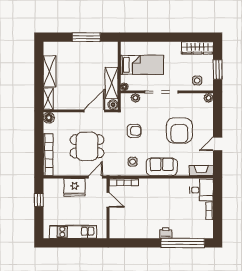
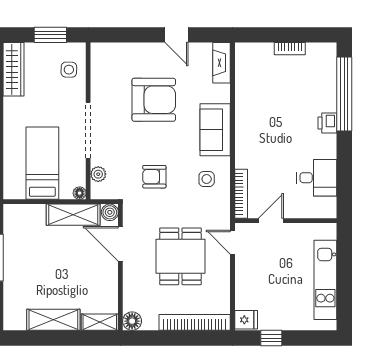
plant: (208, 98) -> (98, 50), removed
armchair: (134, 131) -> (154, 177), turned -90
fridge: (75, 187) -> (246, 320), moved, width x0.53, depth x0.75
desk: (201, 190) -> (317, 178), moved, turned 90

